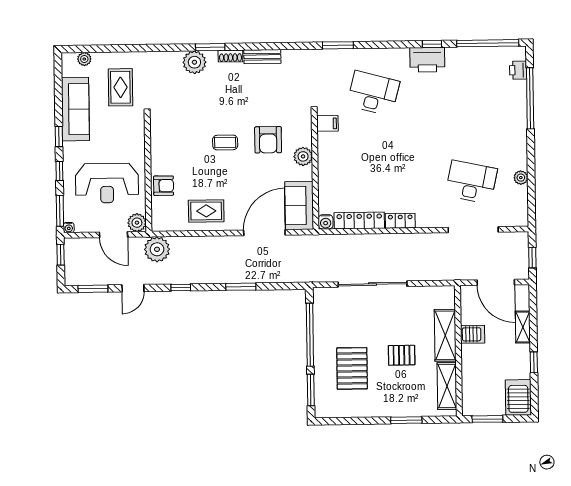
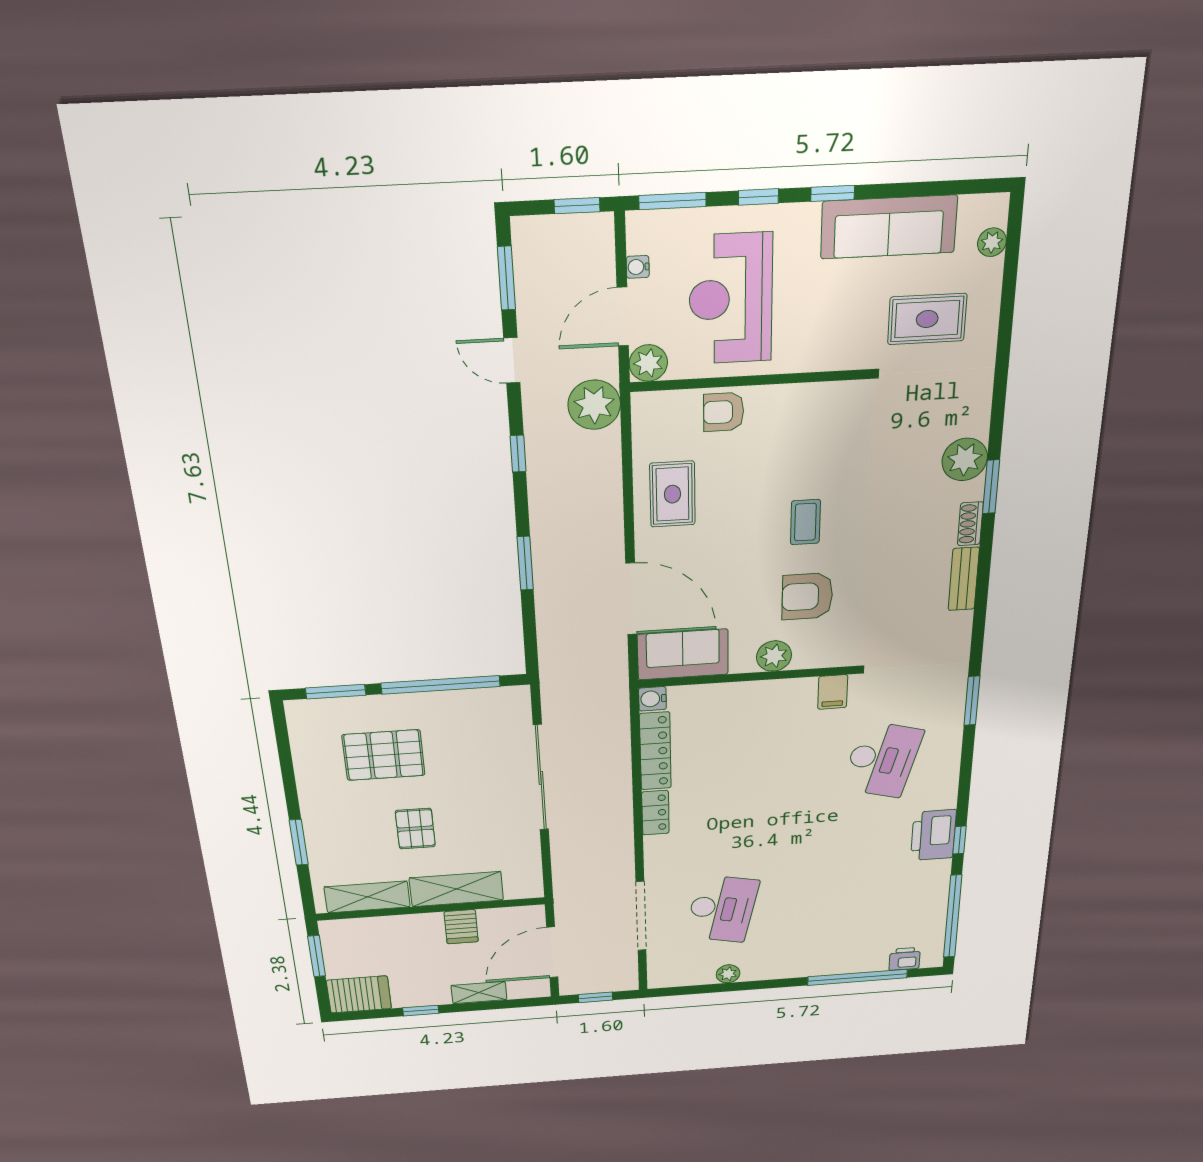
armchair: (164, 186) -> (724, 412), turned 90
water cooler: (69, 228) -> (638, 267), moved

